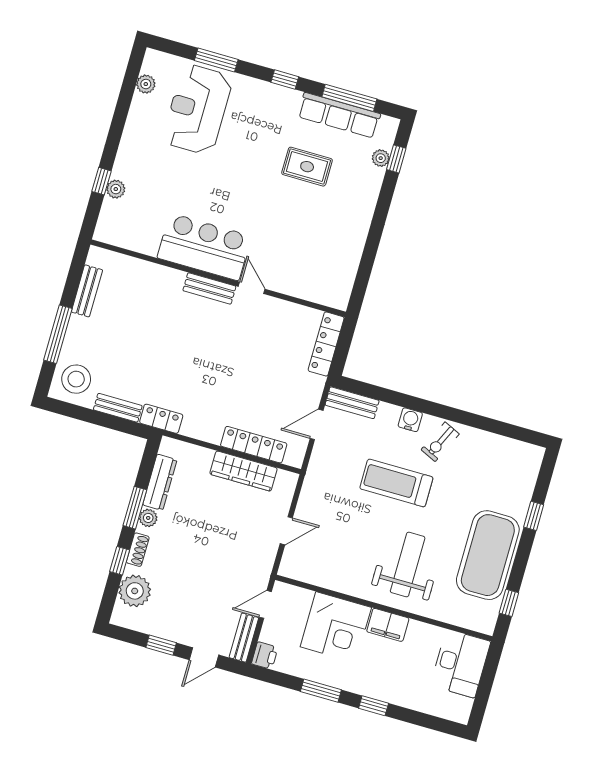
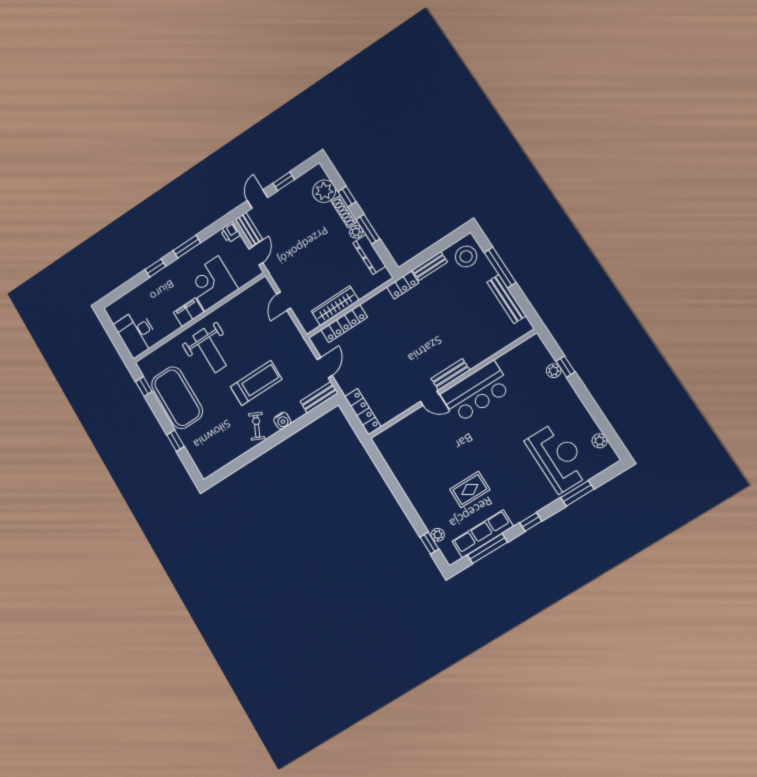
bench: (87, 291) -> (506, 299), width x1.36
shoe rack: (138, 550) -> (344, 212), width x1.43

